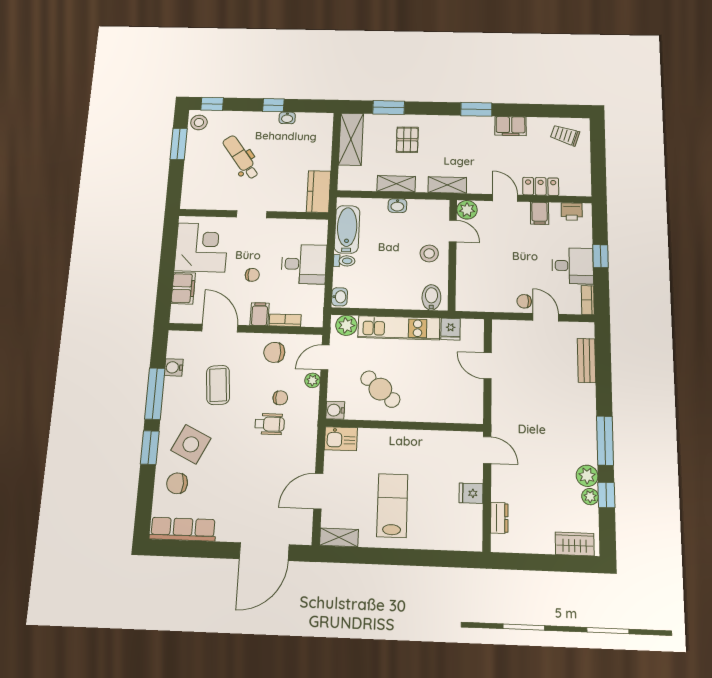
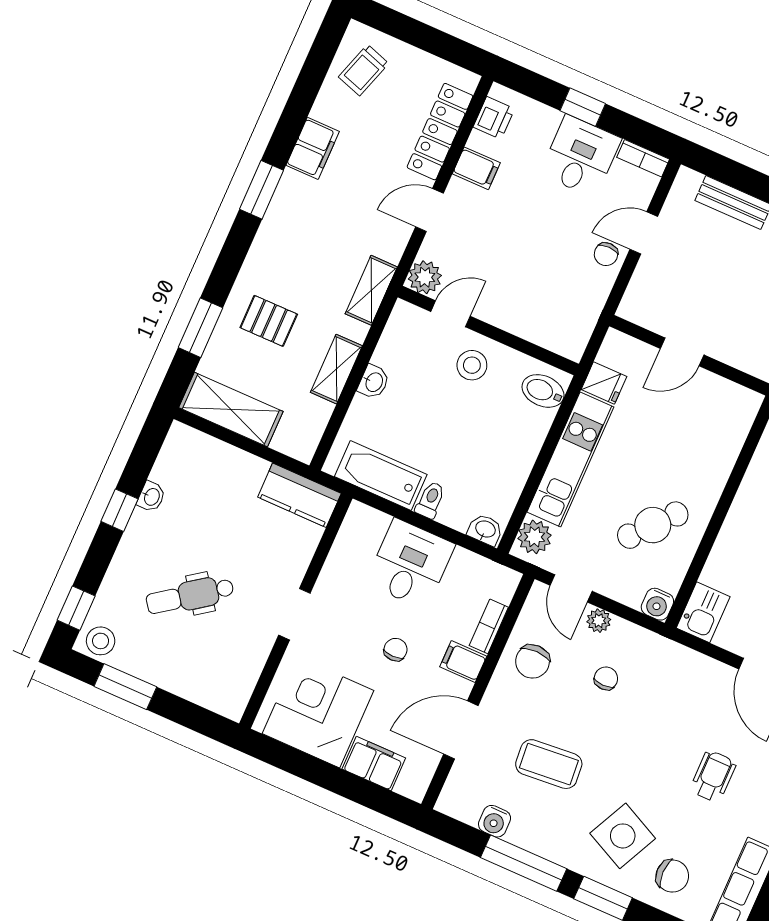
locker: (541, 186) -> (440, 132), width x1.53
wheelchair: (270, 424) -> (713, 776), moved
chair: (177, 483) -> (672, 876), turned -90

